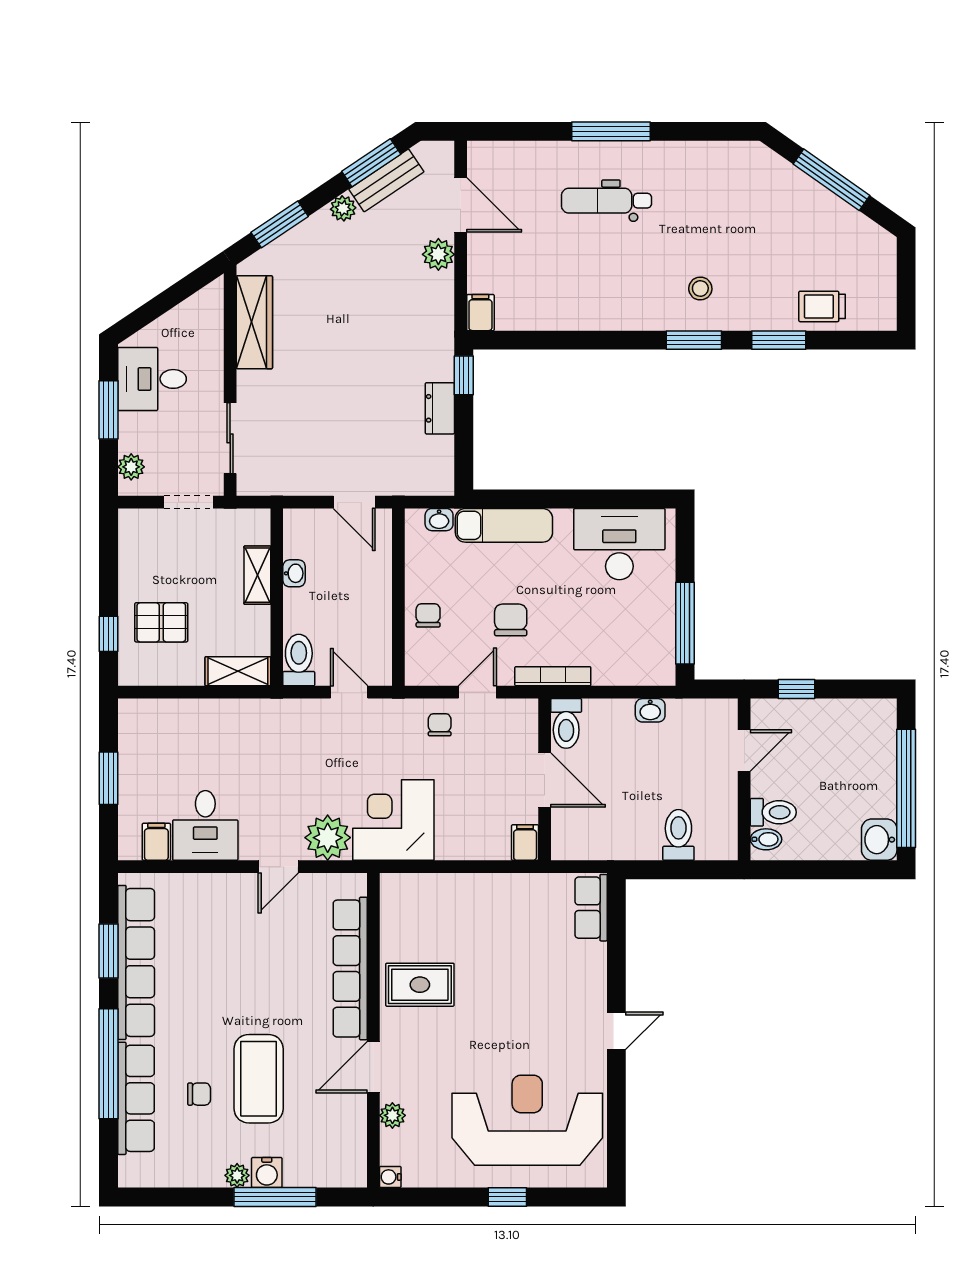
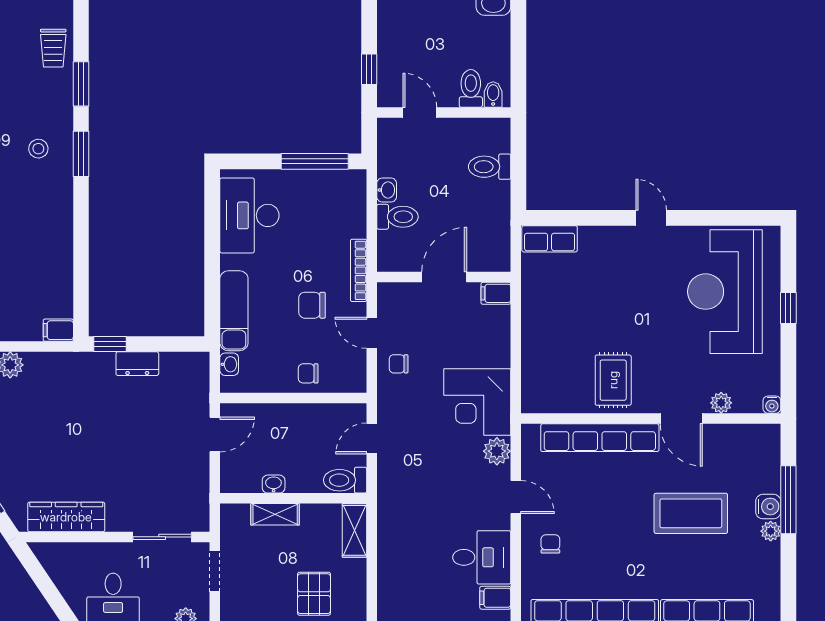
toilet: (566, 723) -> (397, 217), moved
plant: (328, 838) -> (497, 451), width x0.73, depth x0.73
chair: (199, 1094) -> (550, 544), moved

